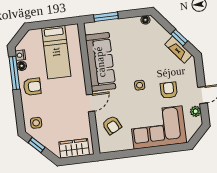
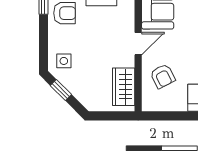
wardrobe: (74, 148) -> (124, 87), moved, turned -90

